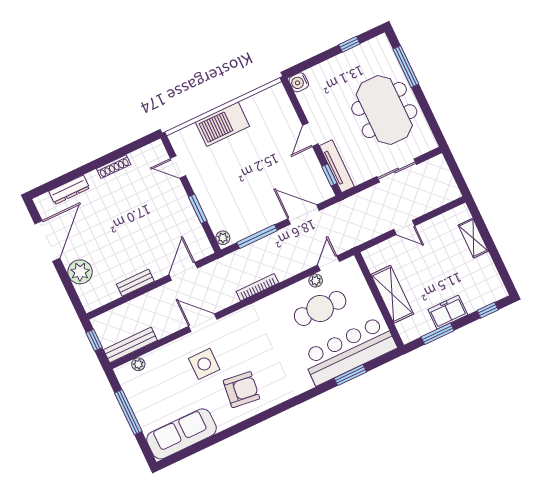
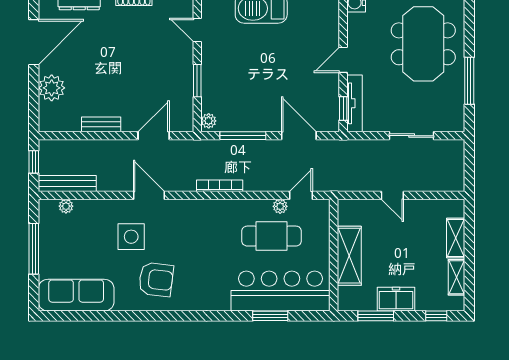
window: (406, 67) -> (469, 81), moved
meeting table: (384, 110) -> (423, 44), moved
shelving: (489, 270) -> (456, 277), added

